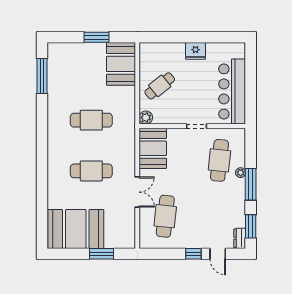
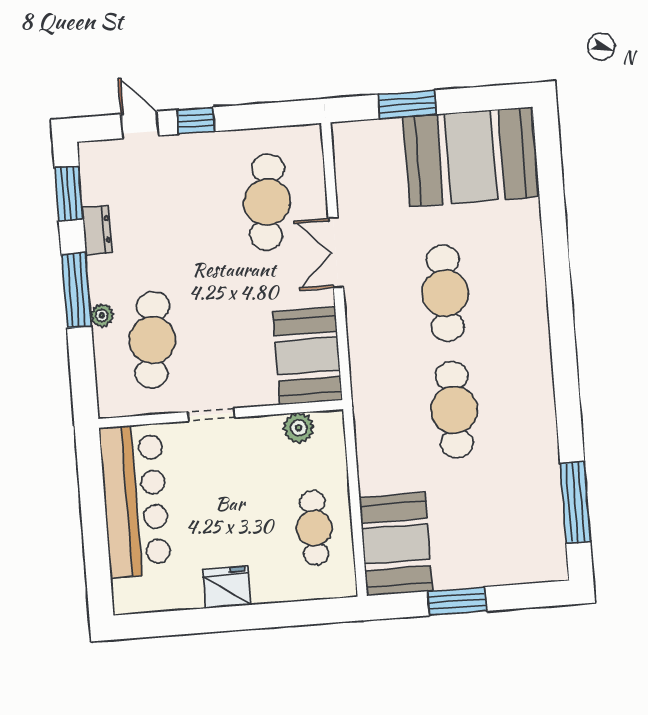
cafe table: (160, 86) -> (314, 528), moved, turned -51
plant: (146, 118) -> (299, 428), moved
cafe table: (91, 120) -> (454, 410), turned 90
cafe table: (91, 171) -> (445, 293), turned 90
dresser: (240, 238) -> (97, 230), moved

